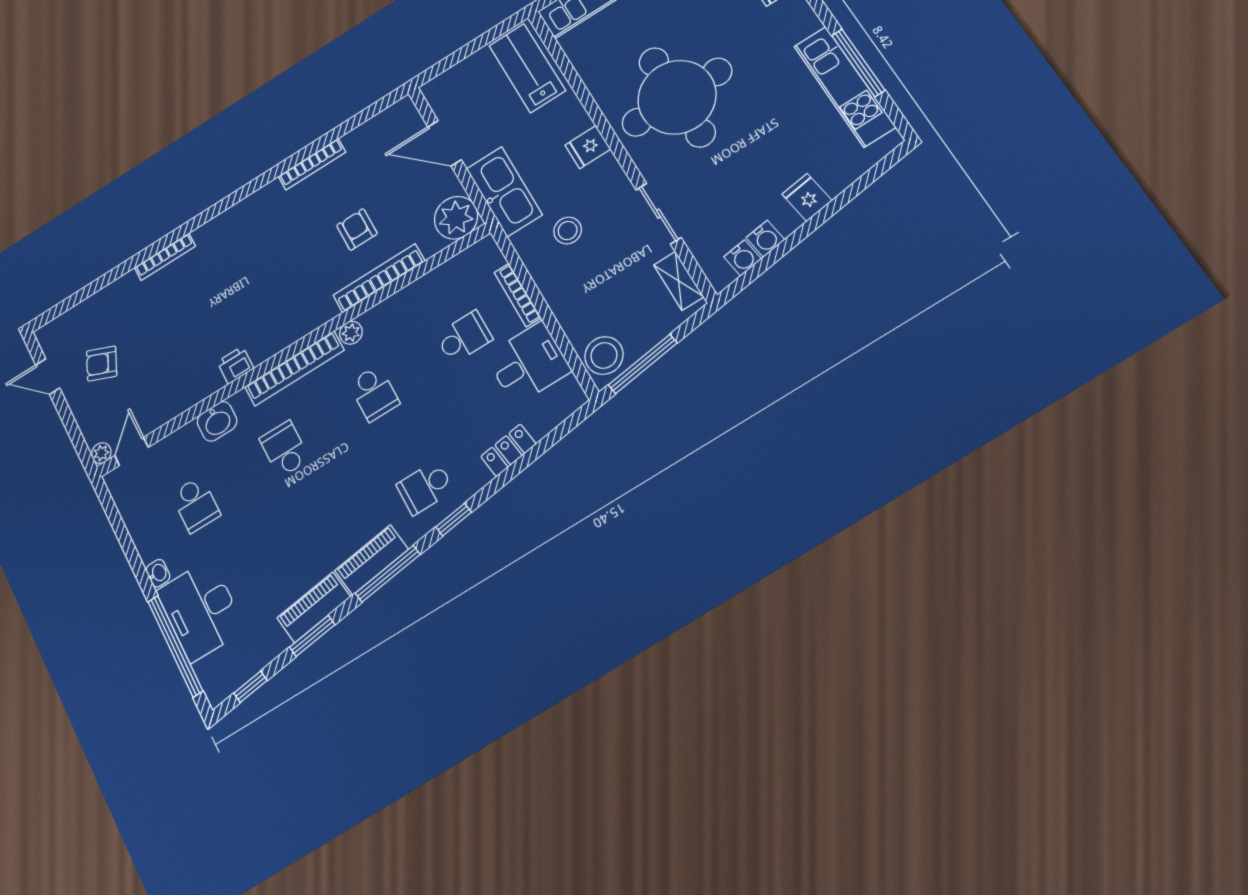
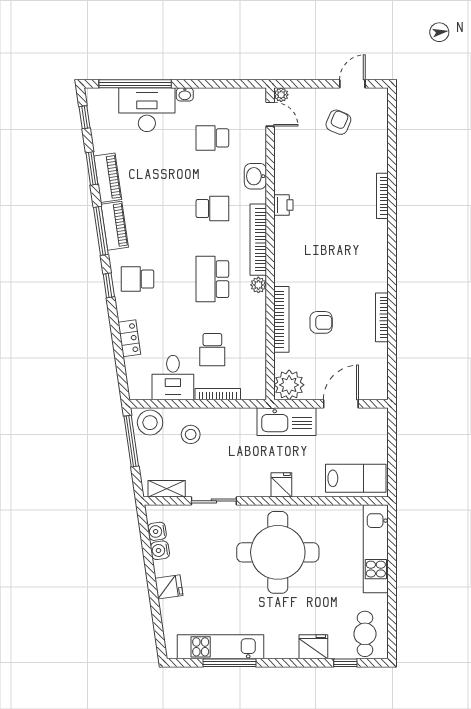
stool: (568, 231) -> (191, 434), moved
school desk: (374, 393) -> (212, 279), width x1.85
school desk: (425, 488) -> (137, 279), turned -90

